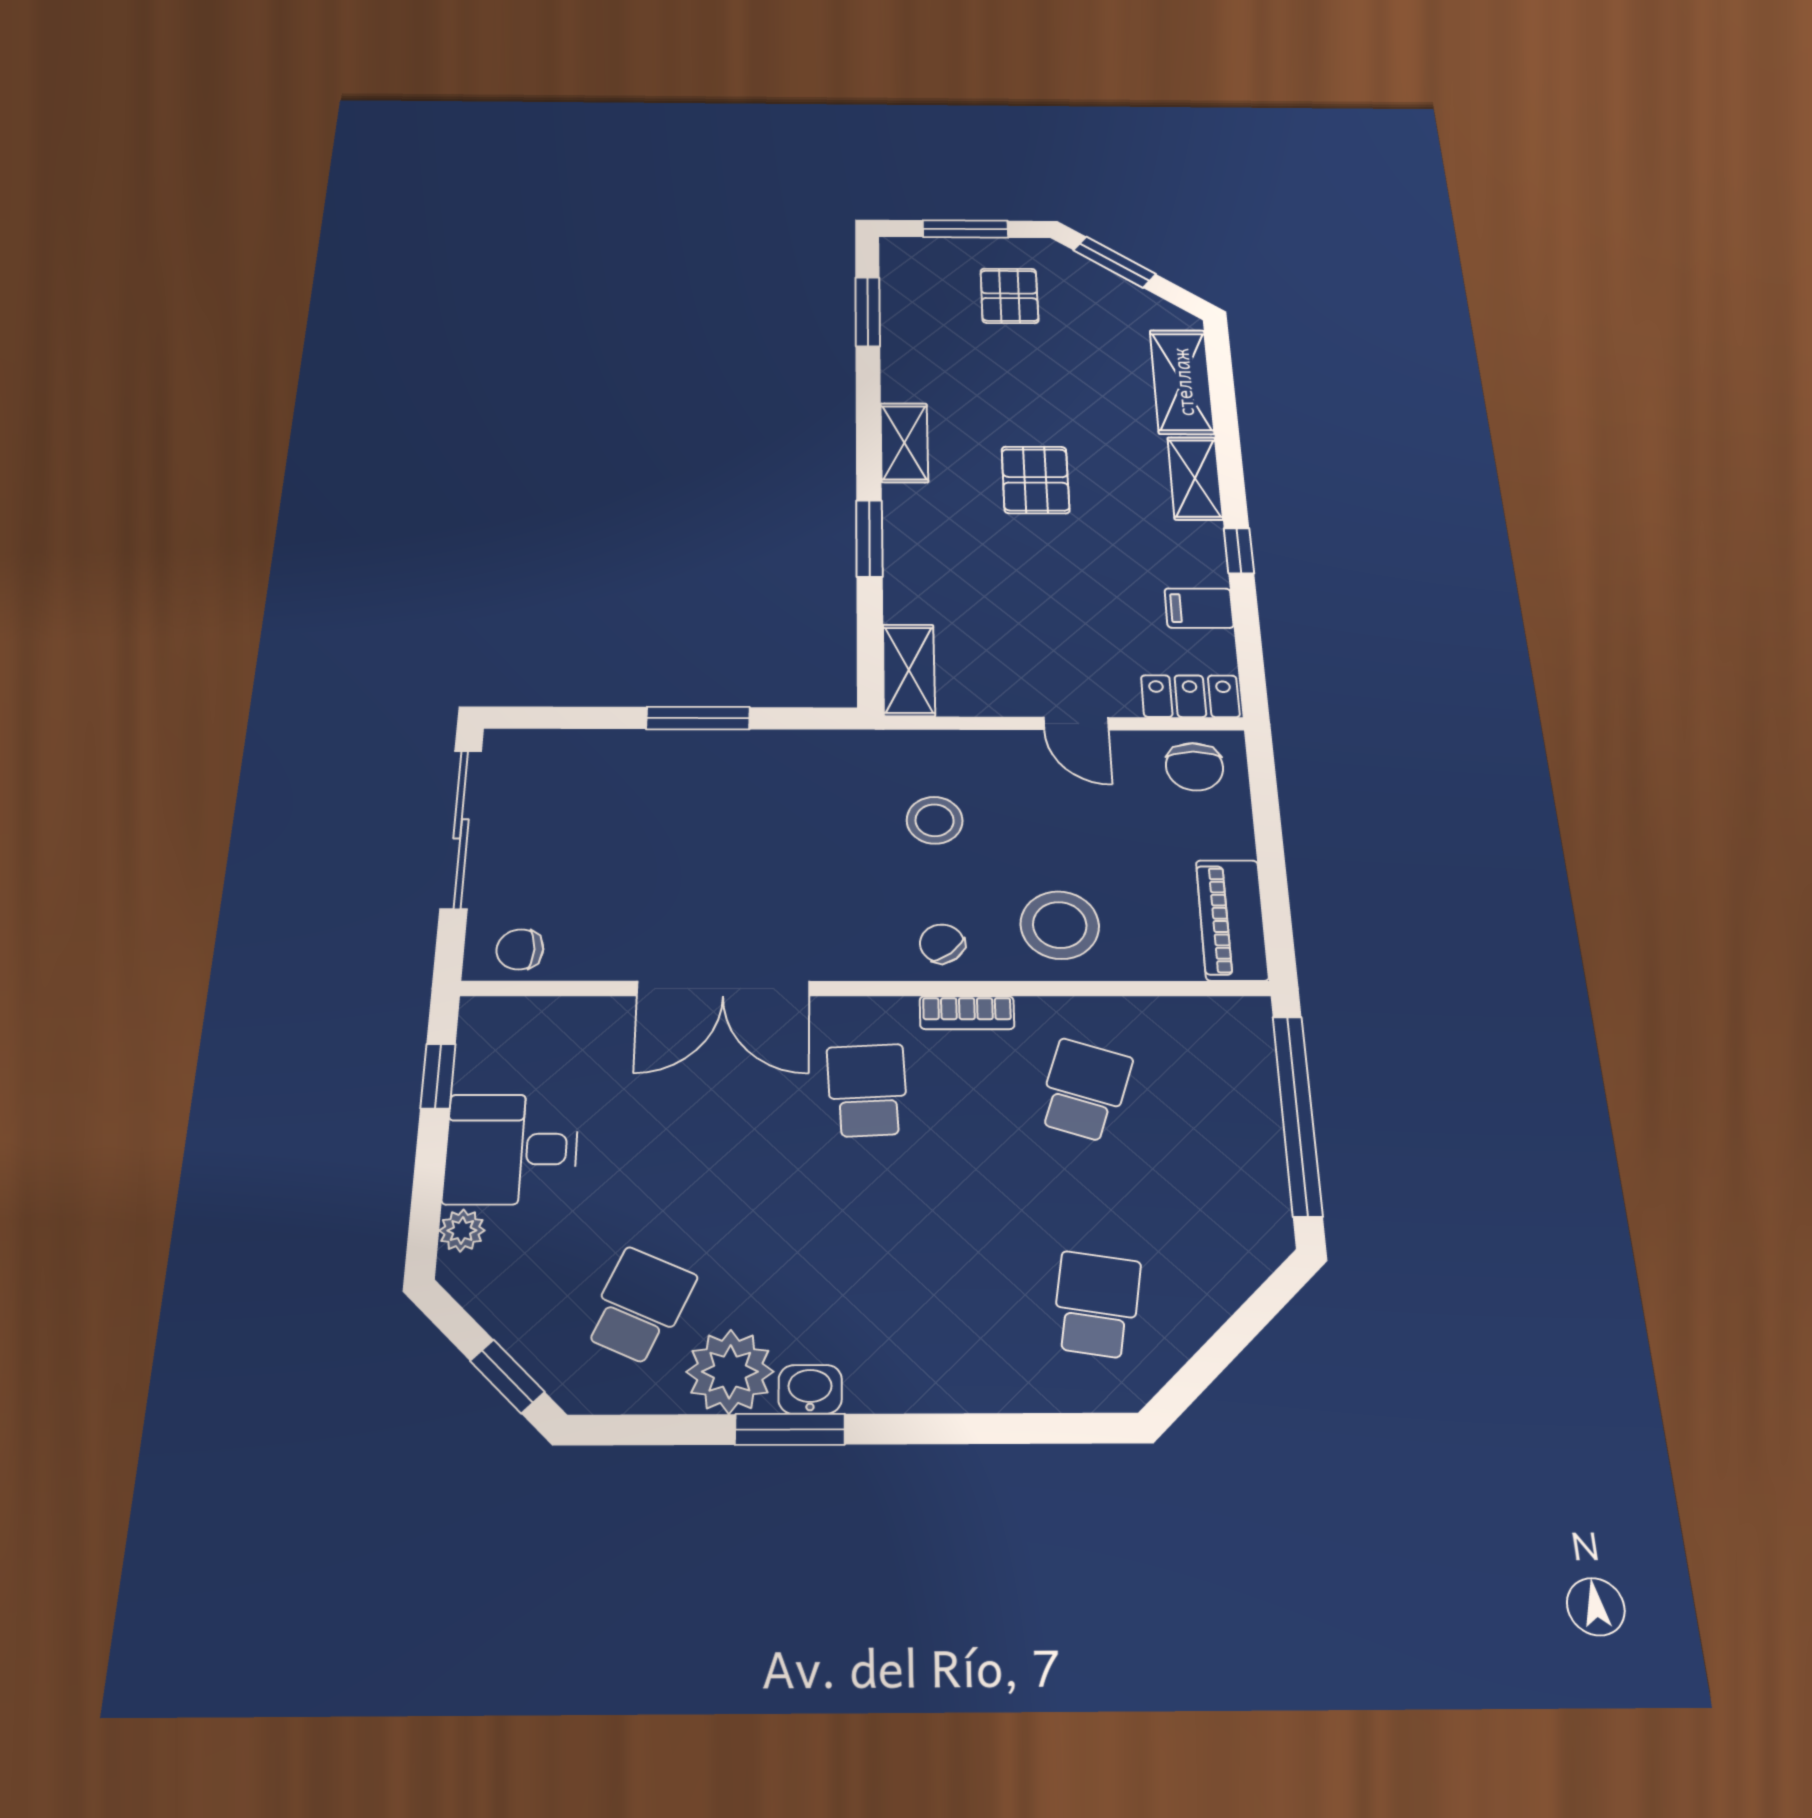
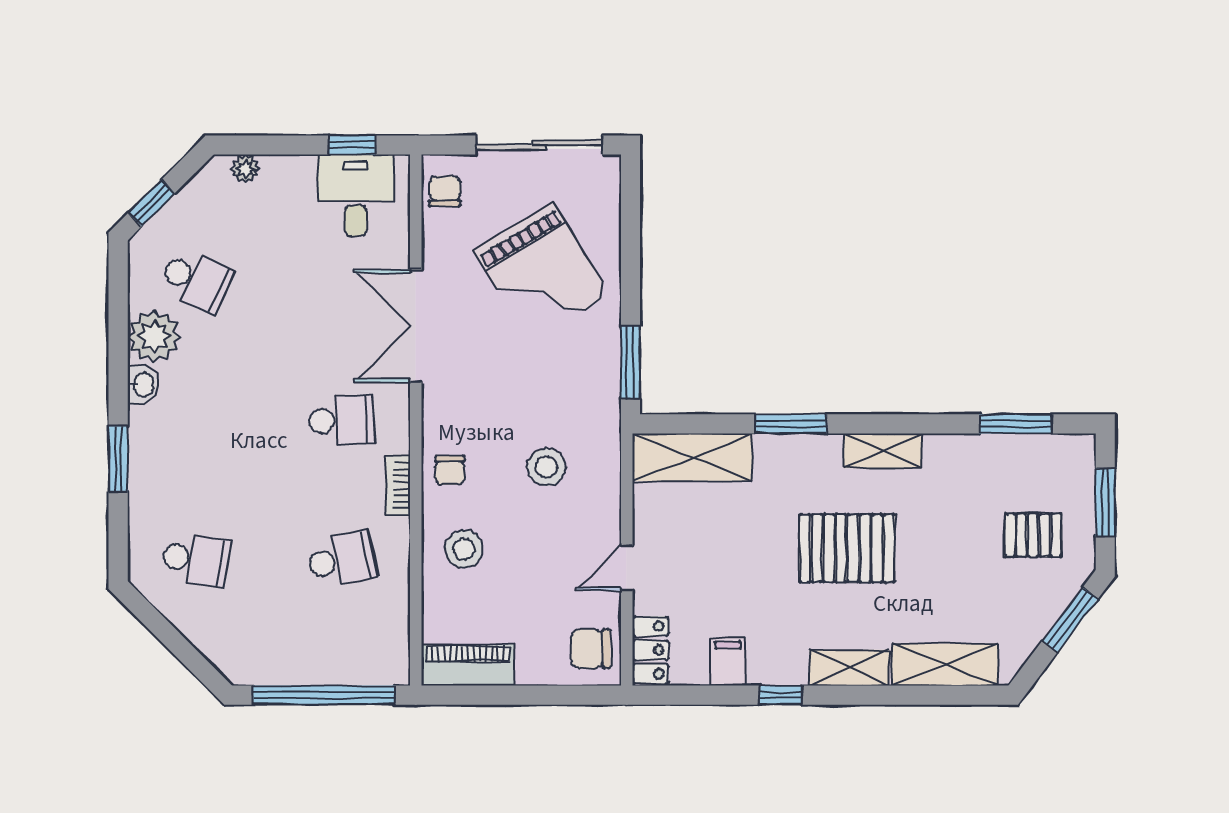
pallet: (1035, 480) -> (847, 548), width x1.50, depth x1.42
shelving: (909, 670) -> (692, 457), width x1.50, depth x1.33
window: (698, 718) -> (631, 362), moved
grand piano: (649, 826) -> (541, 273), added
stool: (1060, 925) -> (464, 549), width x0.73, depth x0.73
chair: (942, 944) -> (450, 470), turned 129
school desk: (1084, 1090) -> (342, 560), turned -30
desk: (511, 1149) -> (356, 195), moved
window: (790, 1429) -> (118, 459), moved

